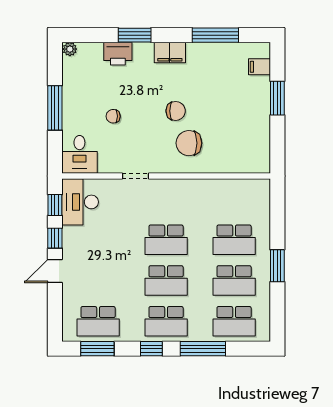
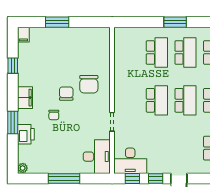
window: (215, 35) -> (13, 66), width x0.46
filing cabinet: (259, 67) -> (23, 35), moved
chair: (113, 116) -> (54, 115), moved
desk: (79, 154) -> (97, 157), width x1.37

